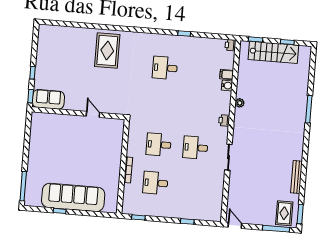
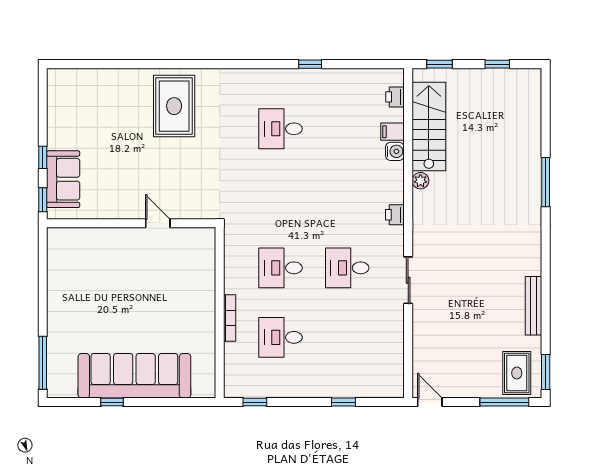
printer: (230, 45) -> (395, 97), moved
stairs: (273, 52) -> (429, 126), moved, turned -90
sofa: (48, 99) -> (63, 179), moved, turned 90

